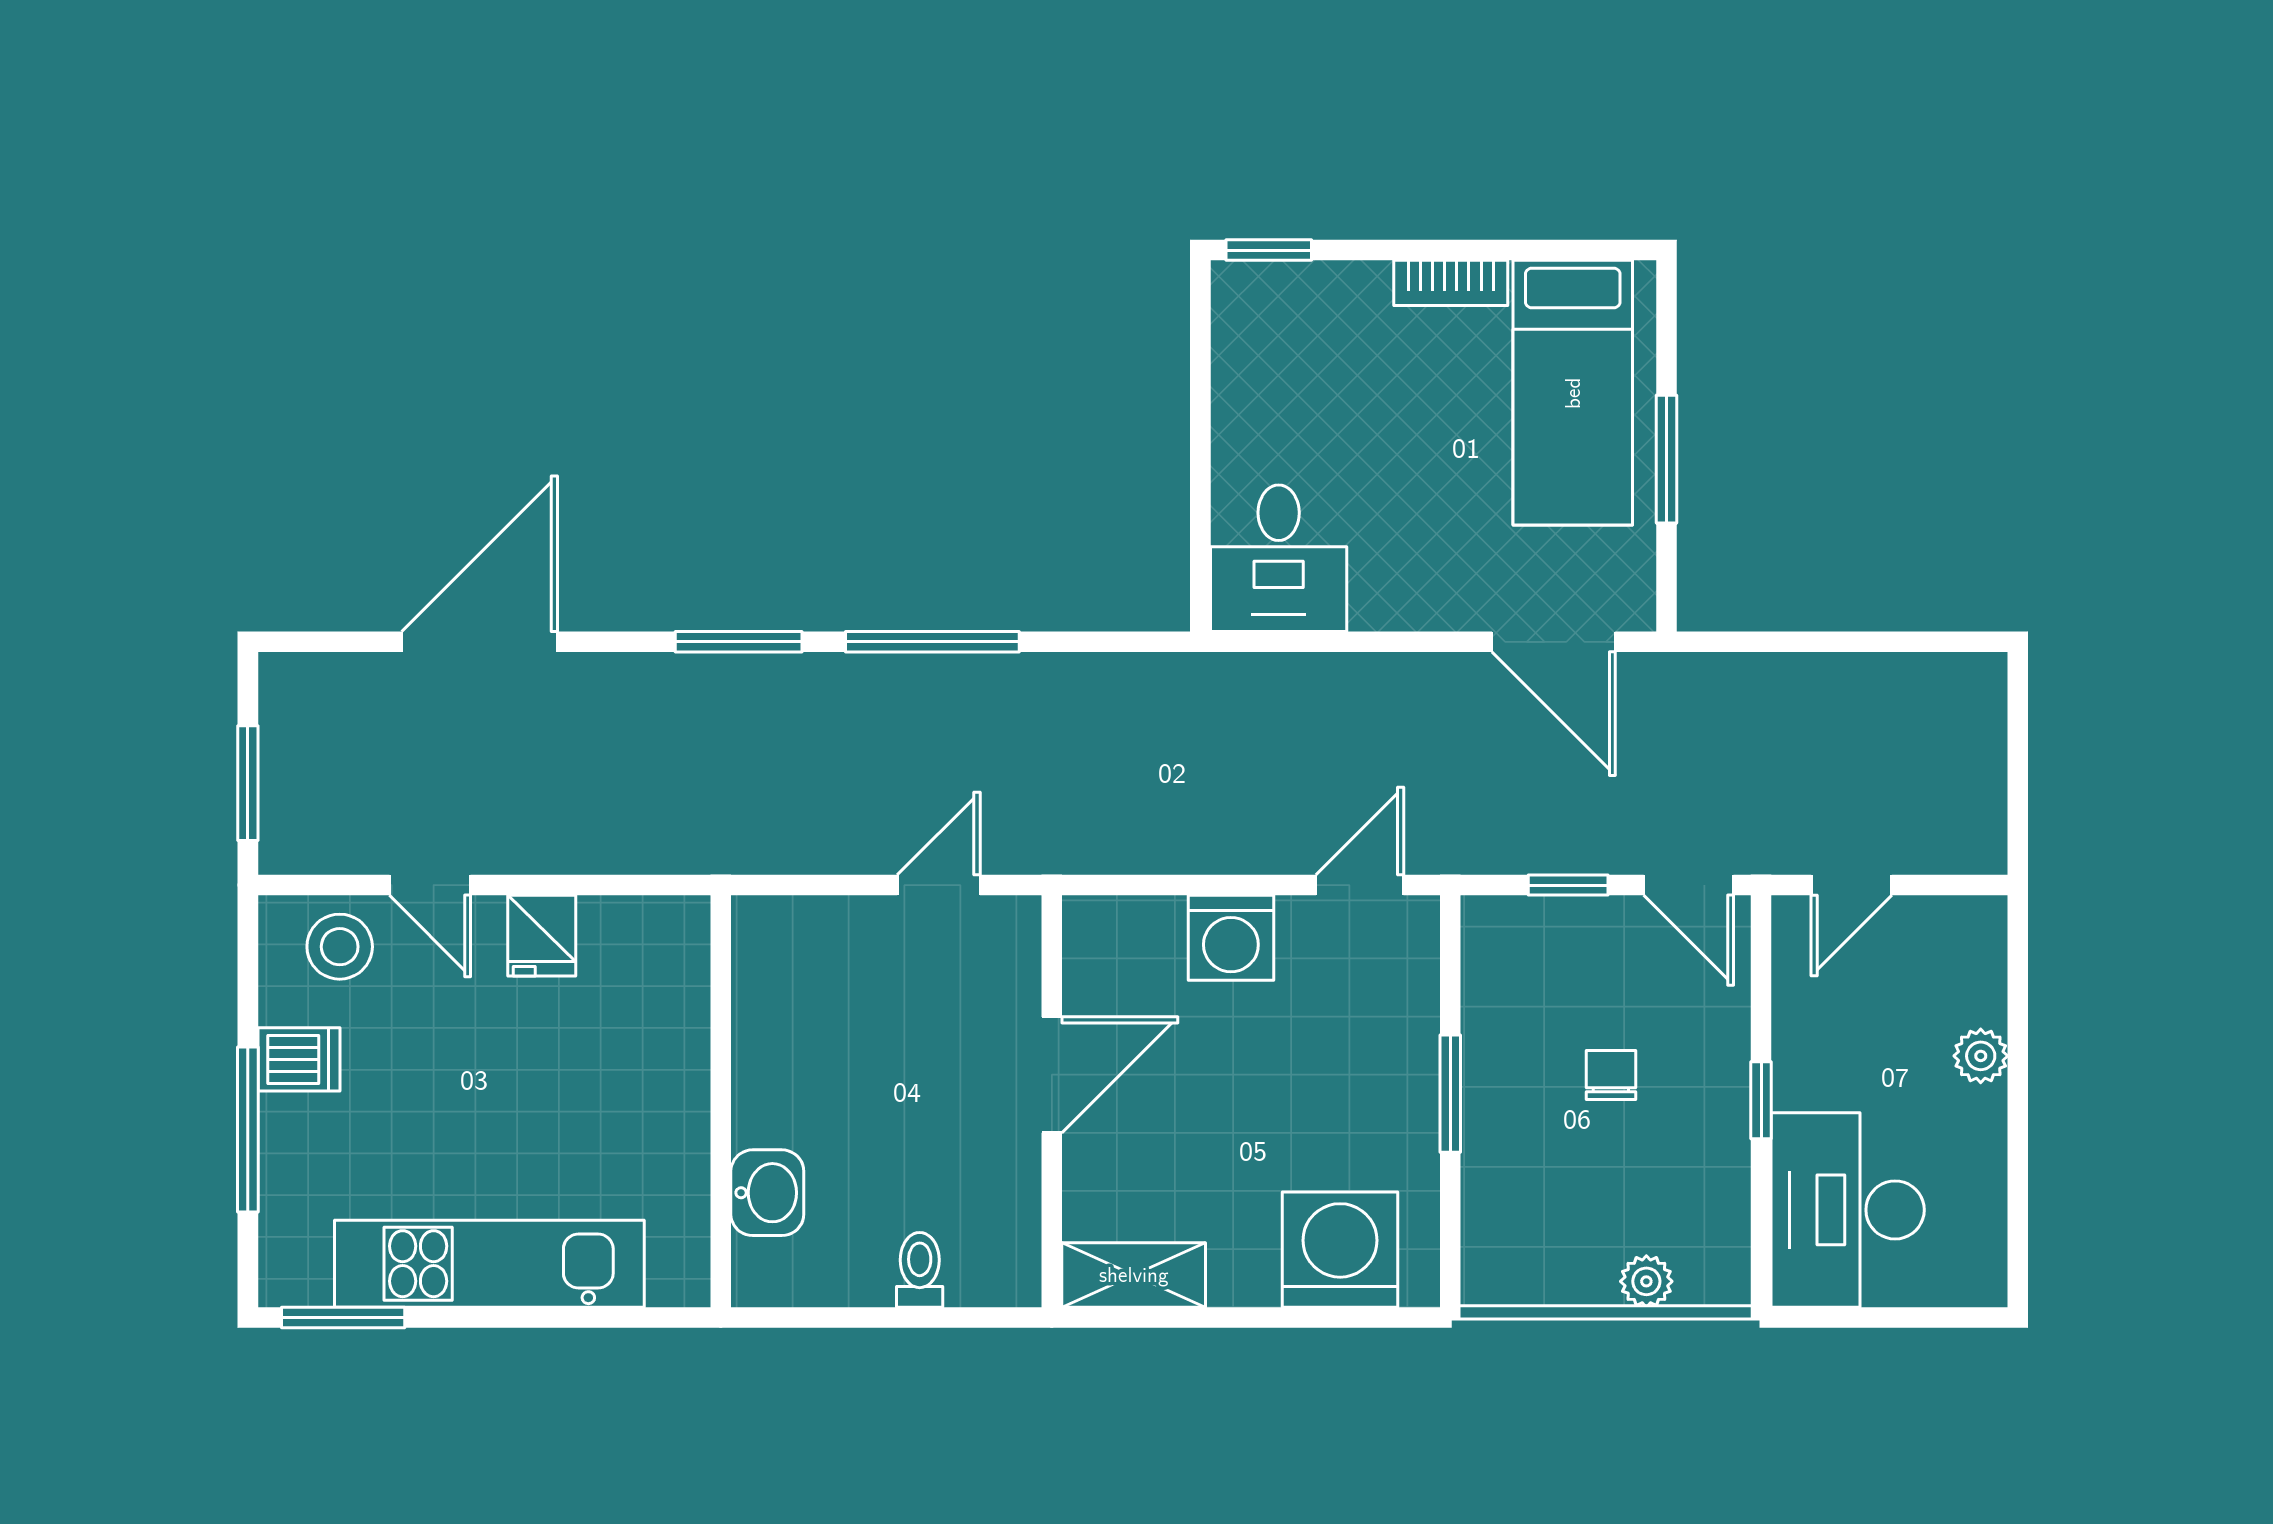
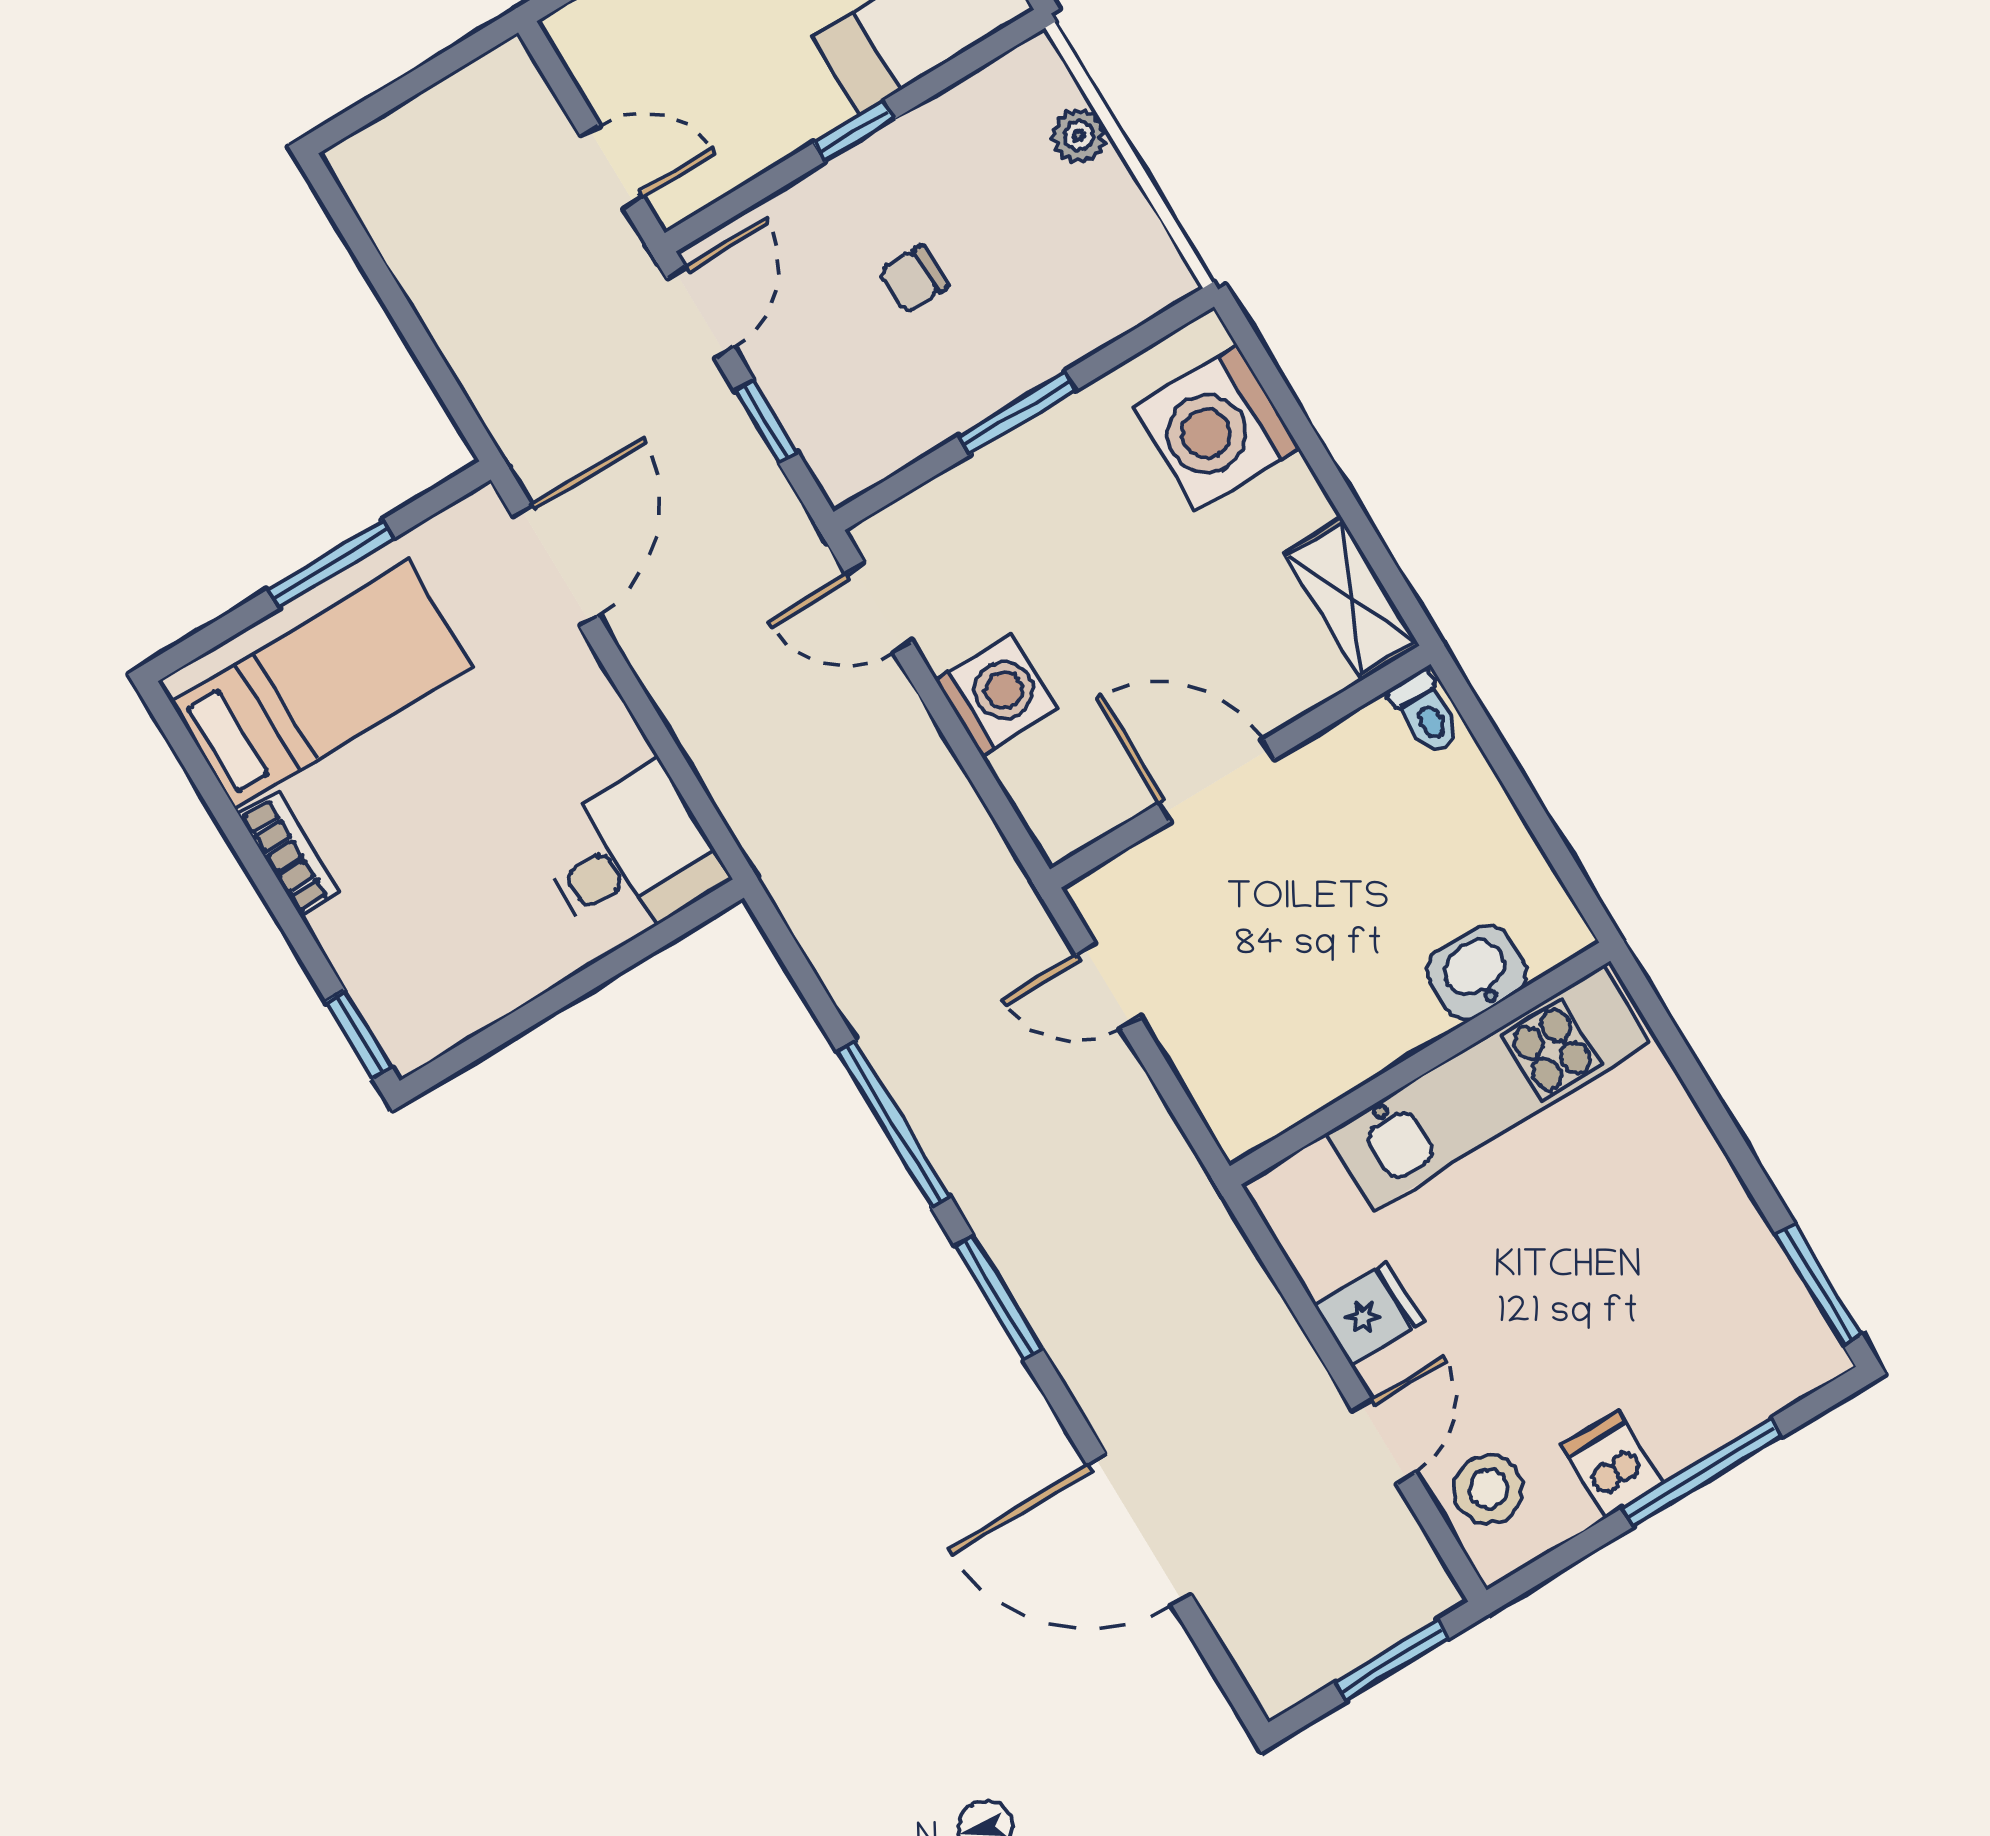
kitchen unit: (489, 1264) -> (1488, 1088), moved, turned -90
toilet: (920, 1270) -> (1426, 713), moved, turned -90

